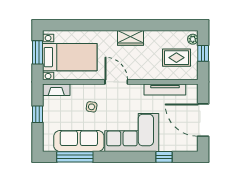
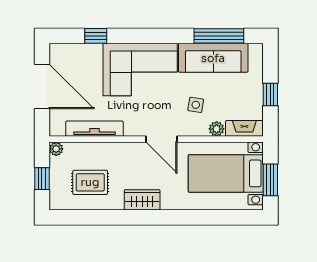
plant: (193, 39) -> (56, 149), moved
rug: (176, 58) -> (90, 182), moved
plant: (76, 89) -> (217, 129), added

